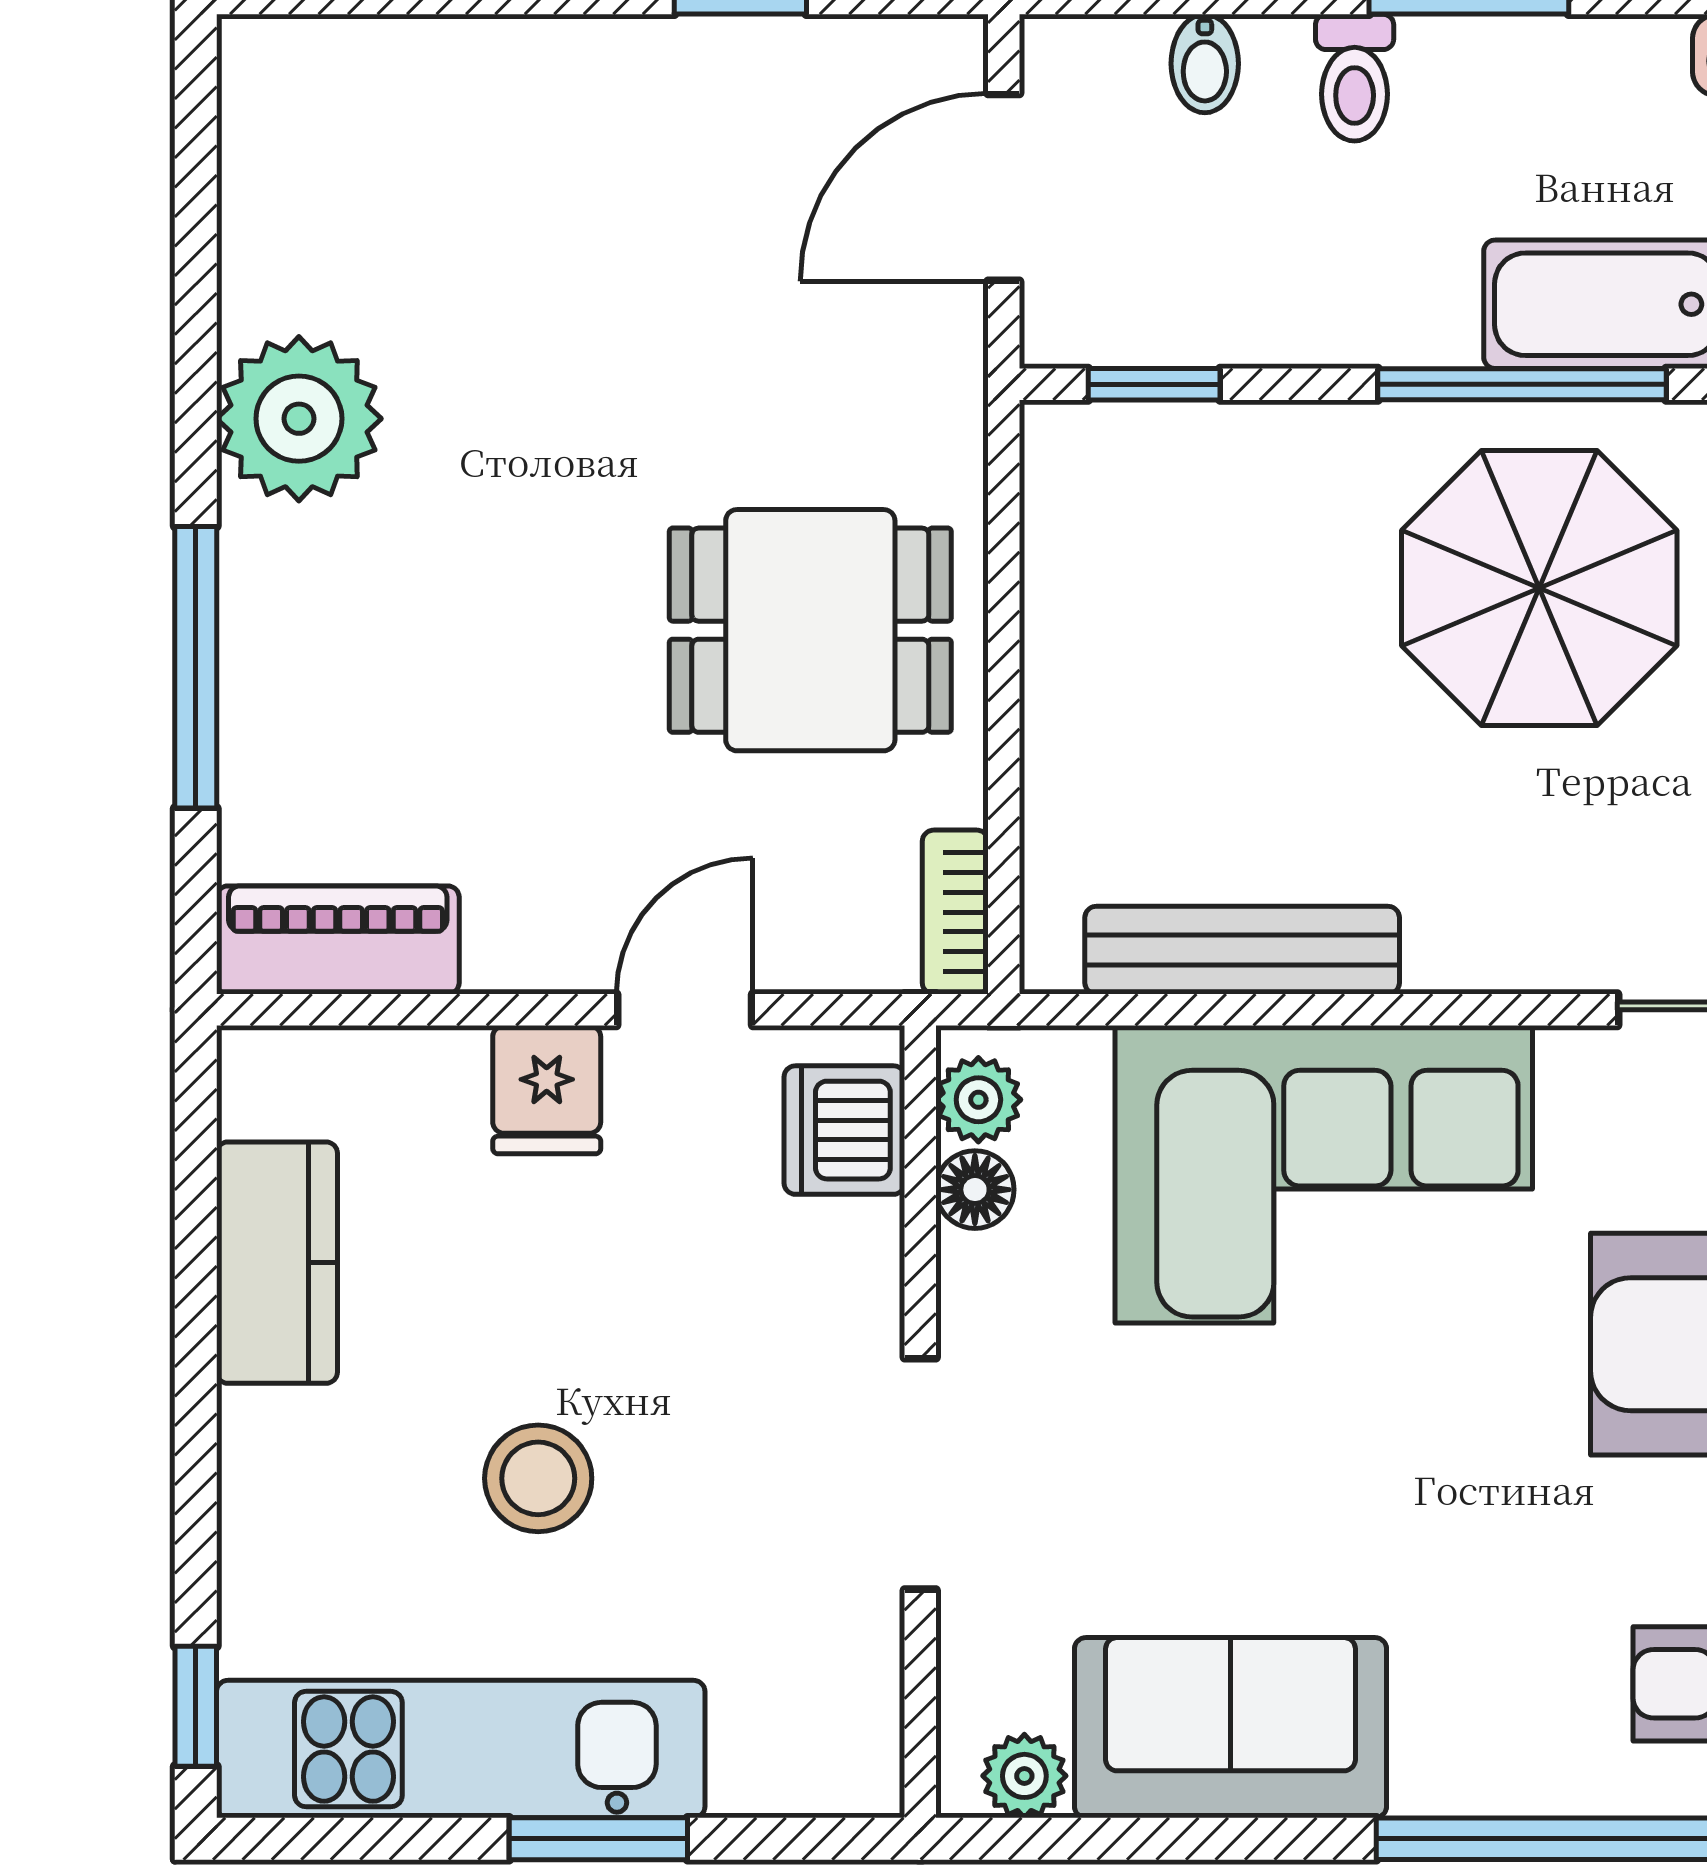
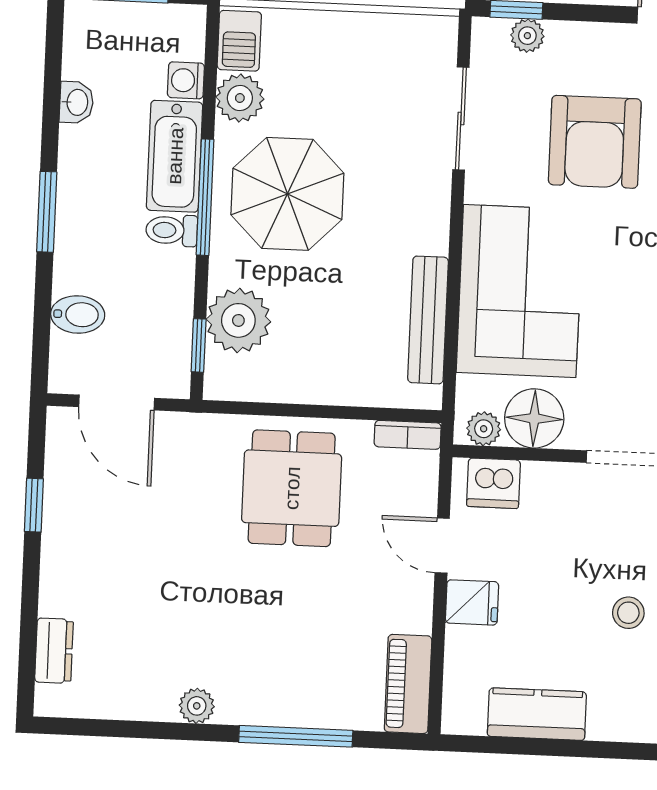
dresser: (382, 59) -> (54, 651), added
bidet: (1205, 64) -> (78, 315), width x1.38, depth x1.36
toilet: (1355, 78) -> (172, 230), moved, turned 180
plant: (299, 419) -> (197, 706), width x0.53, depth x0.53
plant: (1220, 480) -> (238, 320), added
floor lamp: (975, 1190) -> (534, 418), width x1.89, depth x1.89
stool: (538, 1478) -> (628, 613), width x0.73, depth x0.73

